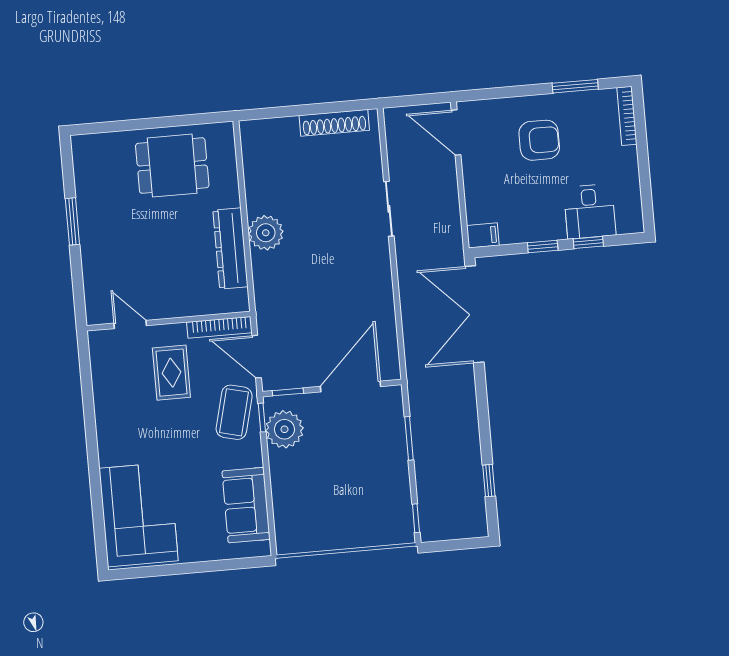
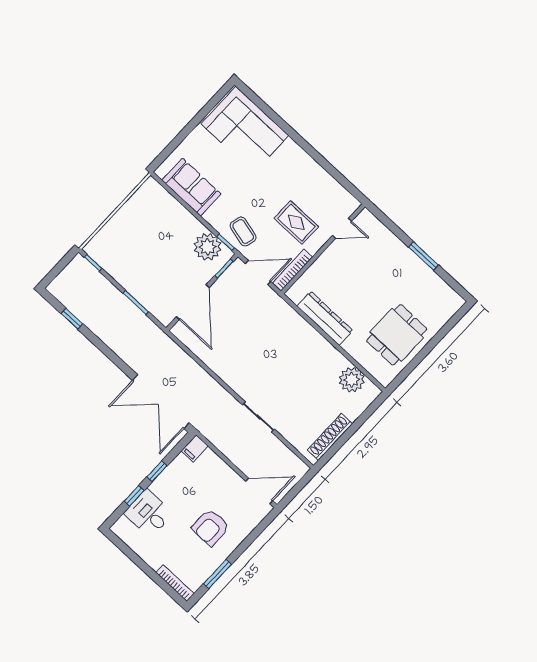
plant: (266, 233) -> (352, 380), moved
double door: (474, 314) -> (161, 402), swing flipped
coffee table: (234, 412) -> (243, 231), width x0.73, depth x0.77

